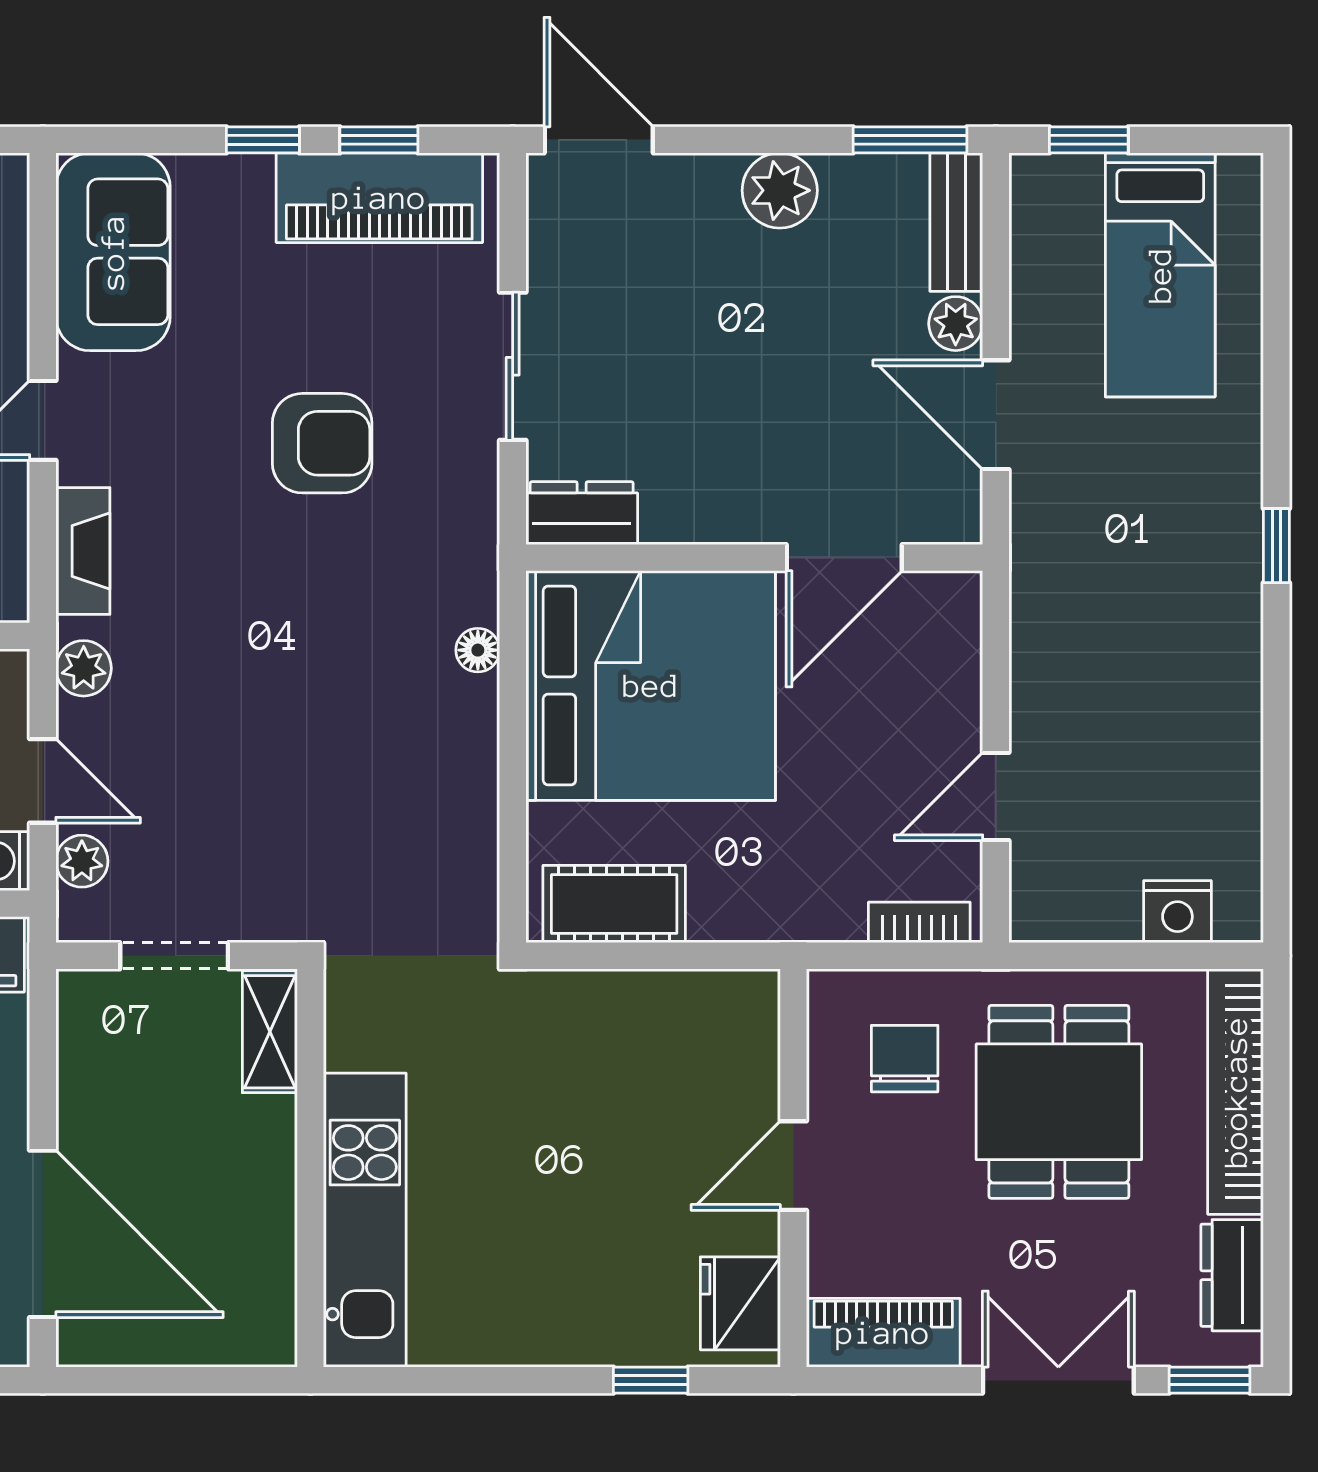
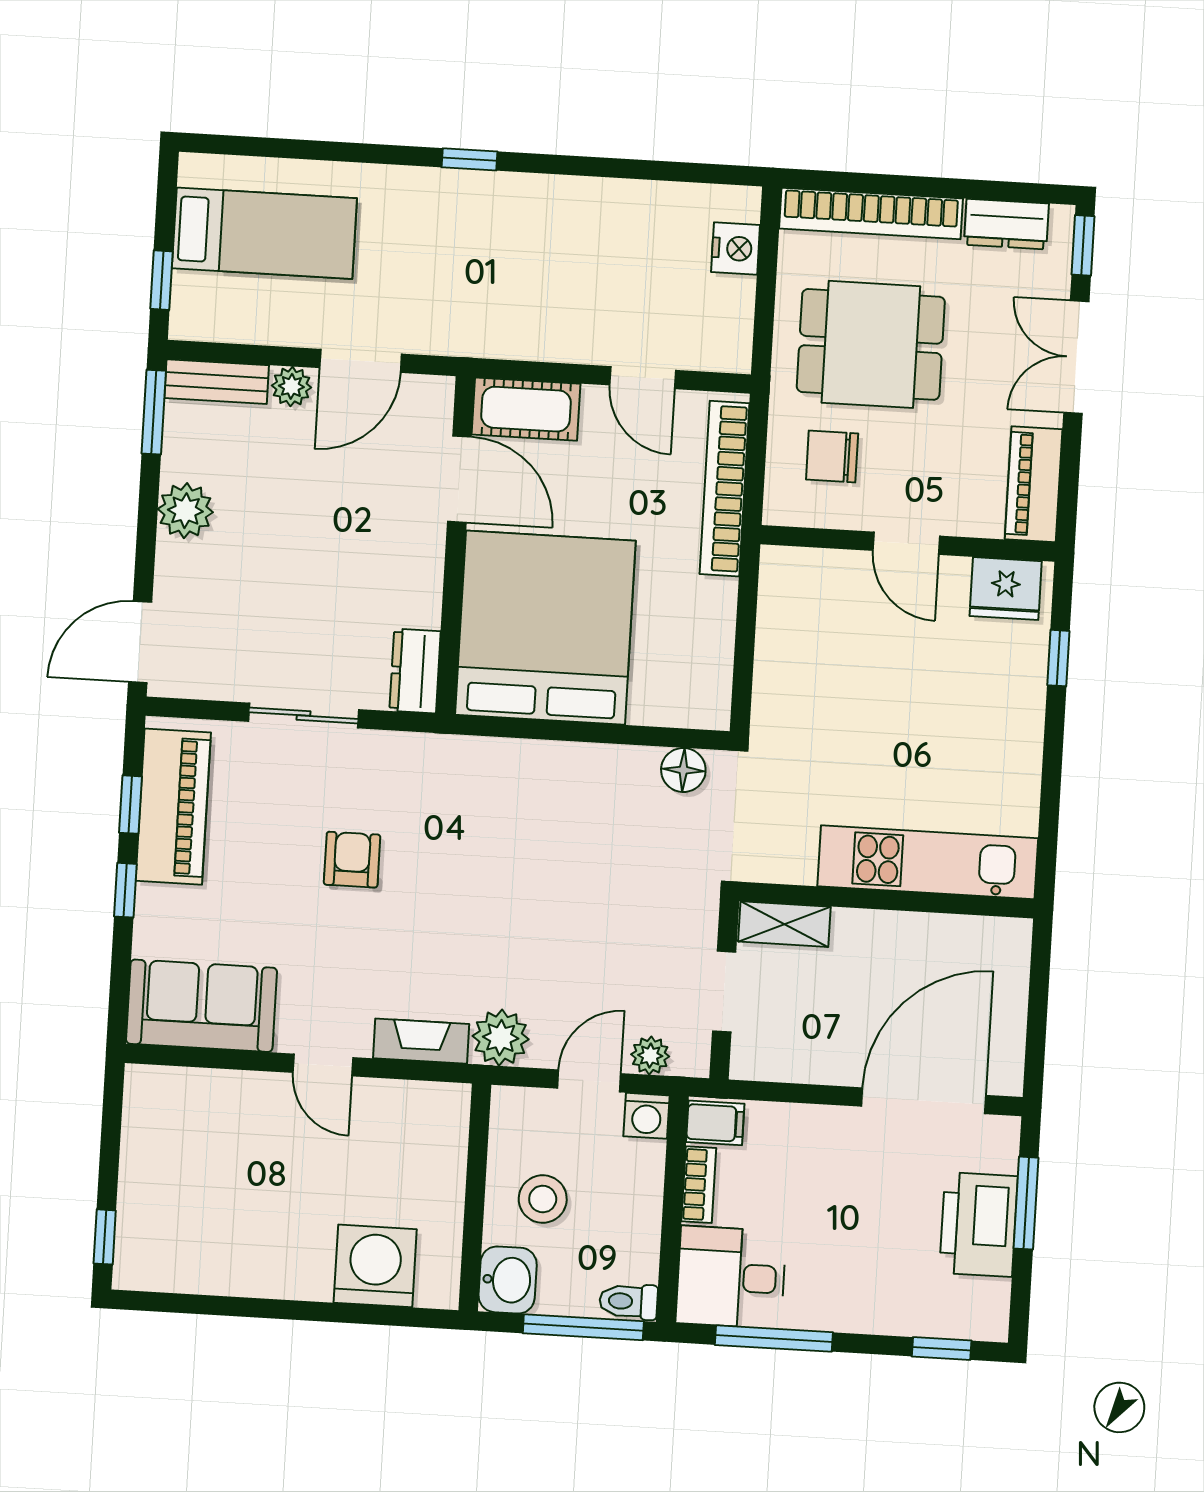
armchair: (322, 443) -> (352, 860), width x0.72, depth x0.72
floor lamp: (478, 650) -> (683, 770), moved, width x1.37, depth x1.37
plant: (84, 668) -> (501, 1038), width x1.38, depth x1.38
cot: (614, 904) -> (526, 409), moved, turned 90
bookcase: (919, 922) -> (725, 489), width x2.31, depth x1.31

